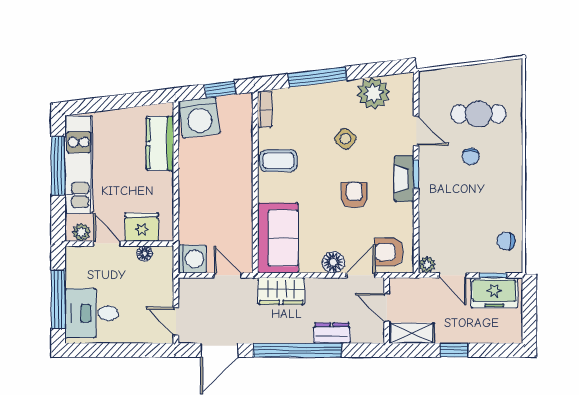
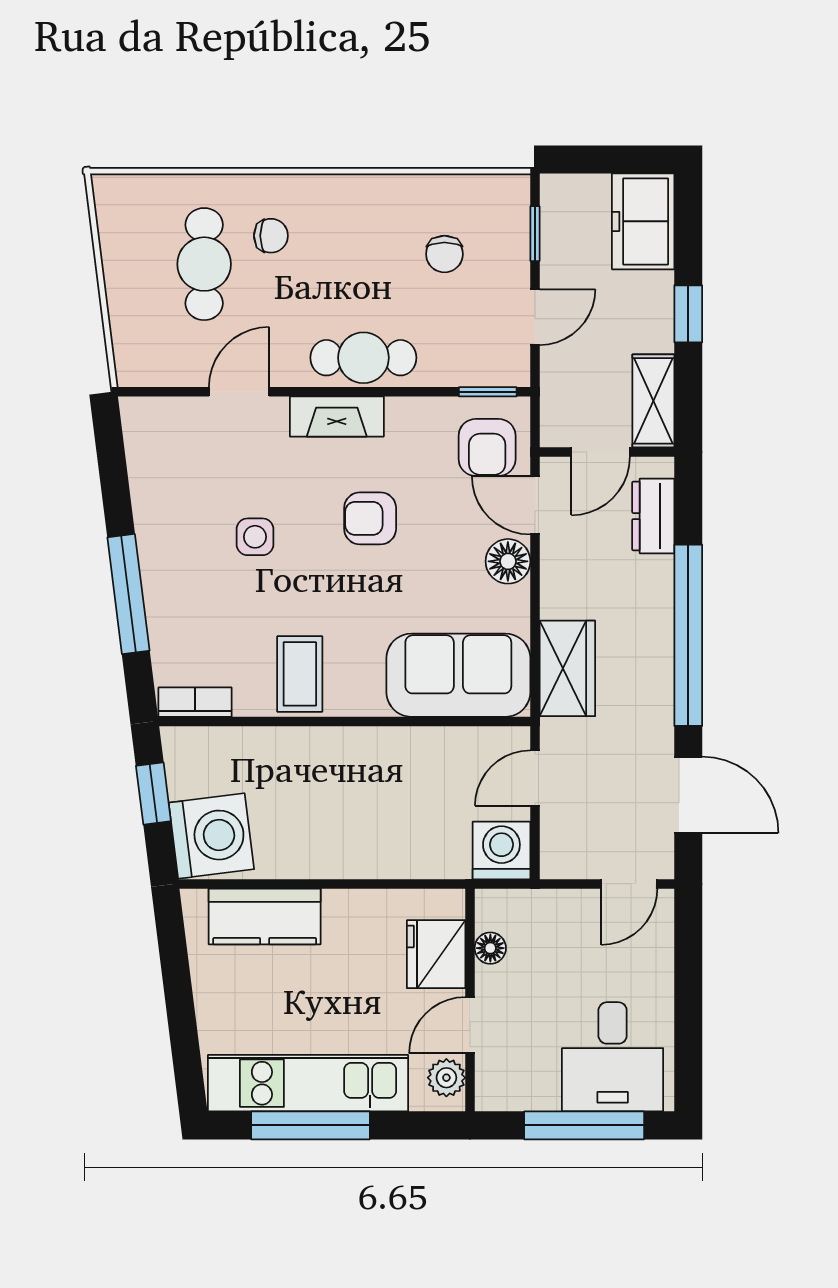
plant: (373, 93) -> (162, 480), removed
side table: (345, 139) -> (255, 537), turned -38
chair: (471, 156) -> (271, 236), moved
window: (416, 174) -> (488, 392), moved
cafe table: (433, 192) -> (363, 358), added
chair: (506, 241) -> (444, 254), moved
plant: (427, 265) -> (513, 370), removed
freezer: (494, 293) -> (643, 221), moved, turned 180
dresser: (332, 333) -> (653, 516), moved

